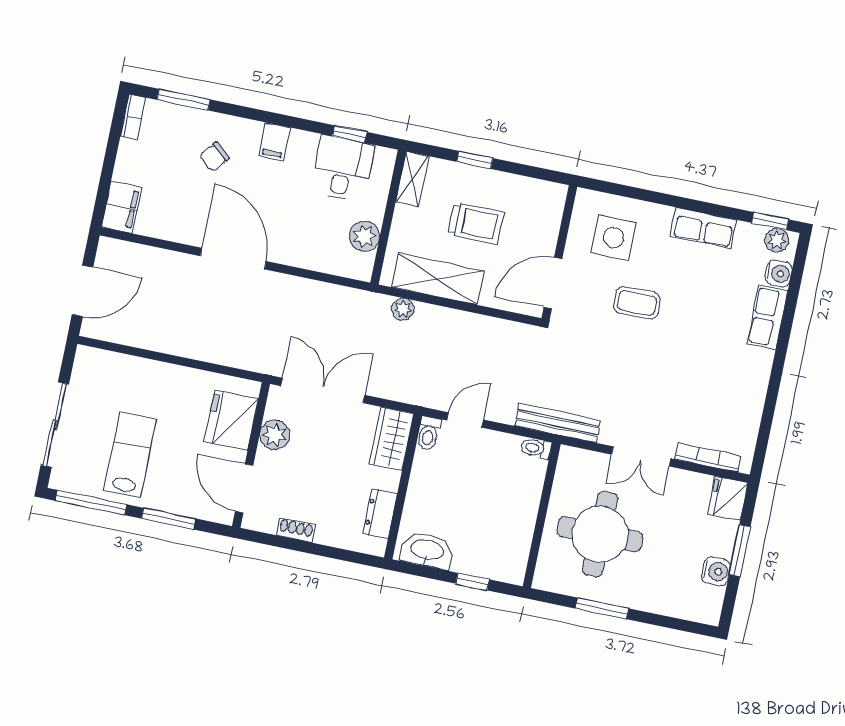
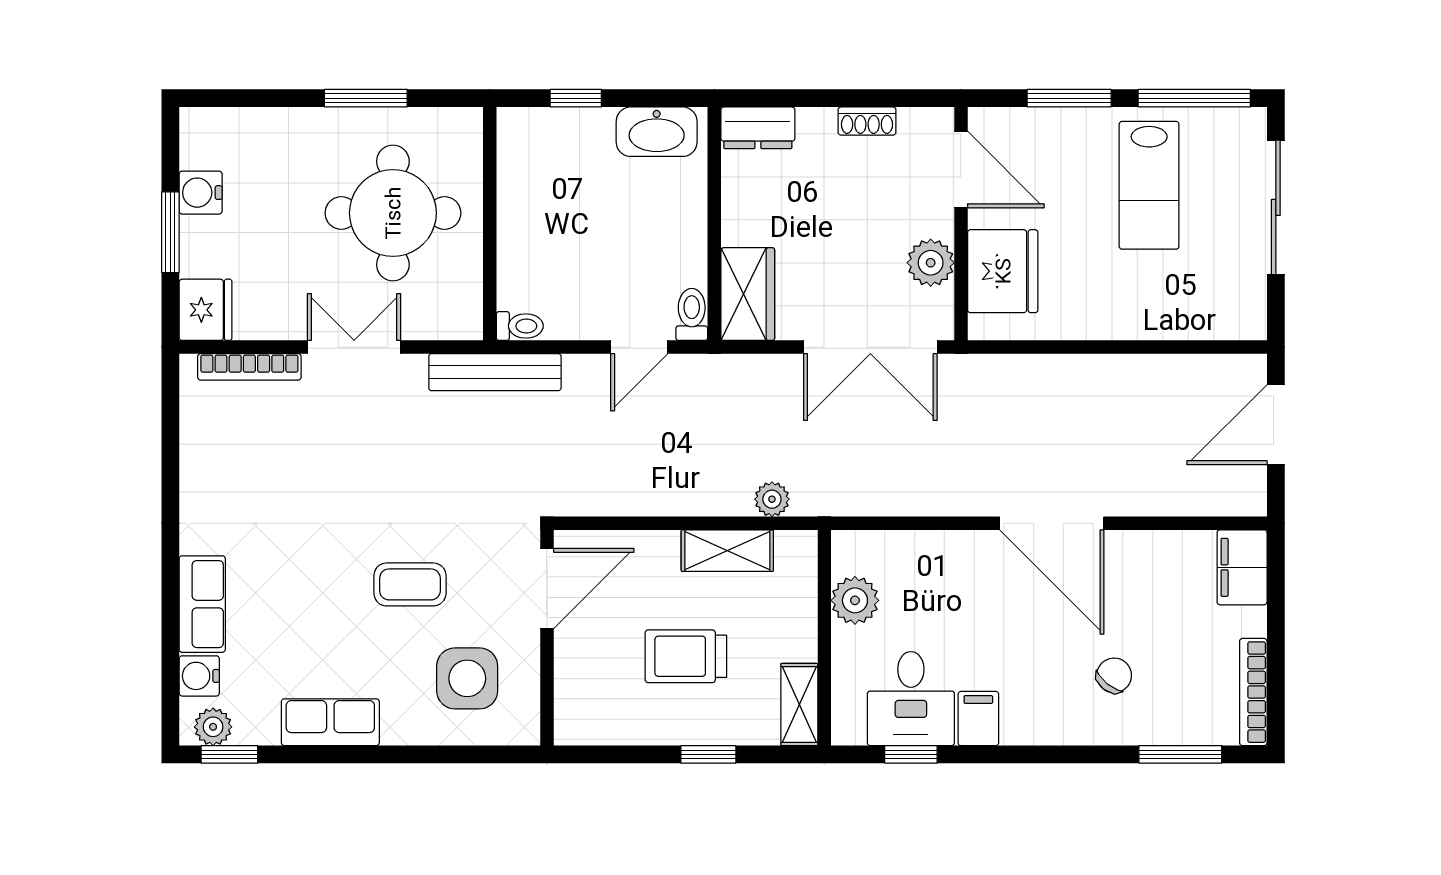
bookcase: (133, 117) -> (1253, 692), width x1.56
filing cabinet: (274, 142) -> (978, 718), moved
shelving: (438, 279) -> (727, 551), width x0.67, depth x0.75
dresser: (380, 514) -> (758, 128), moved, turned 90

